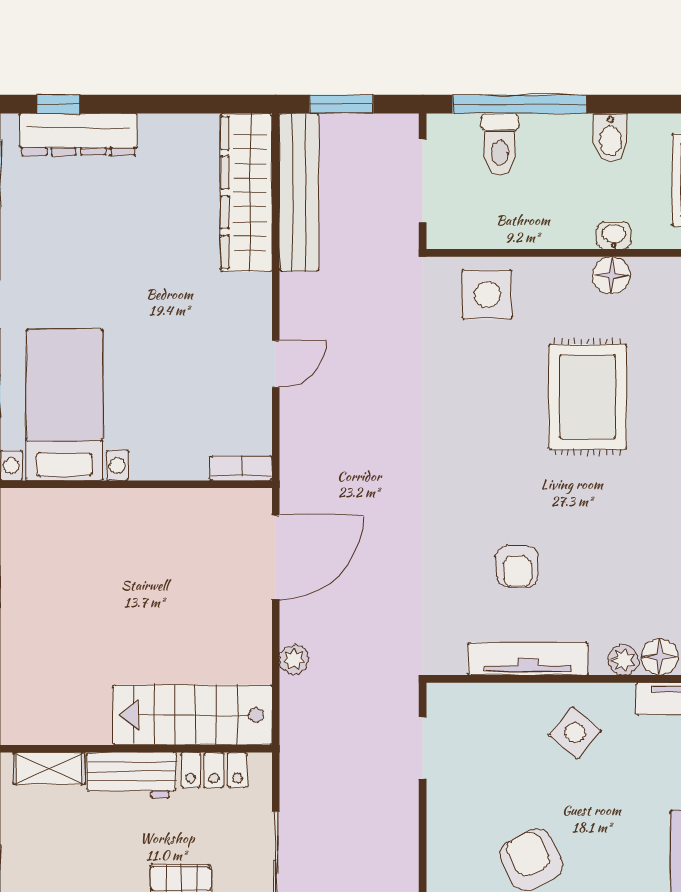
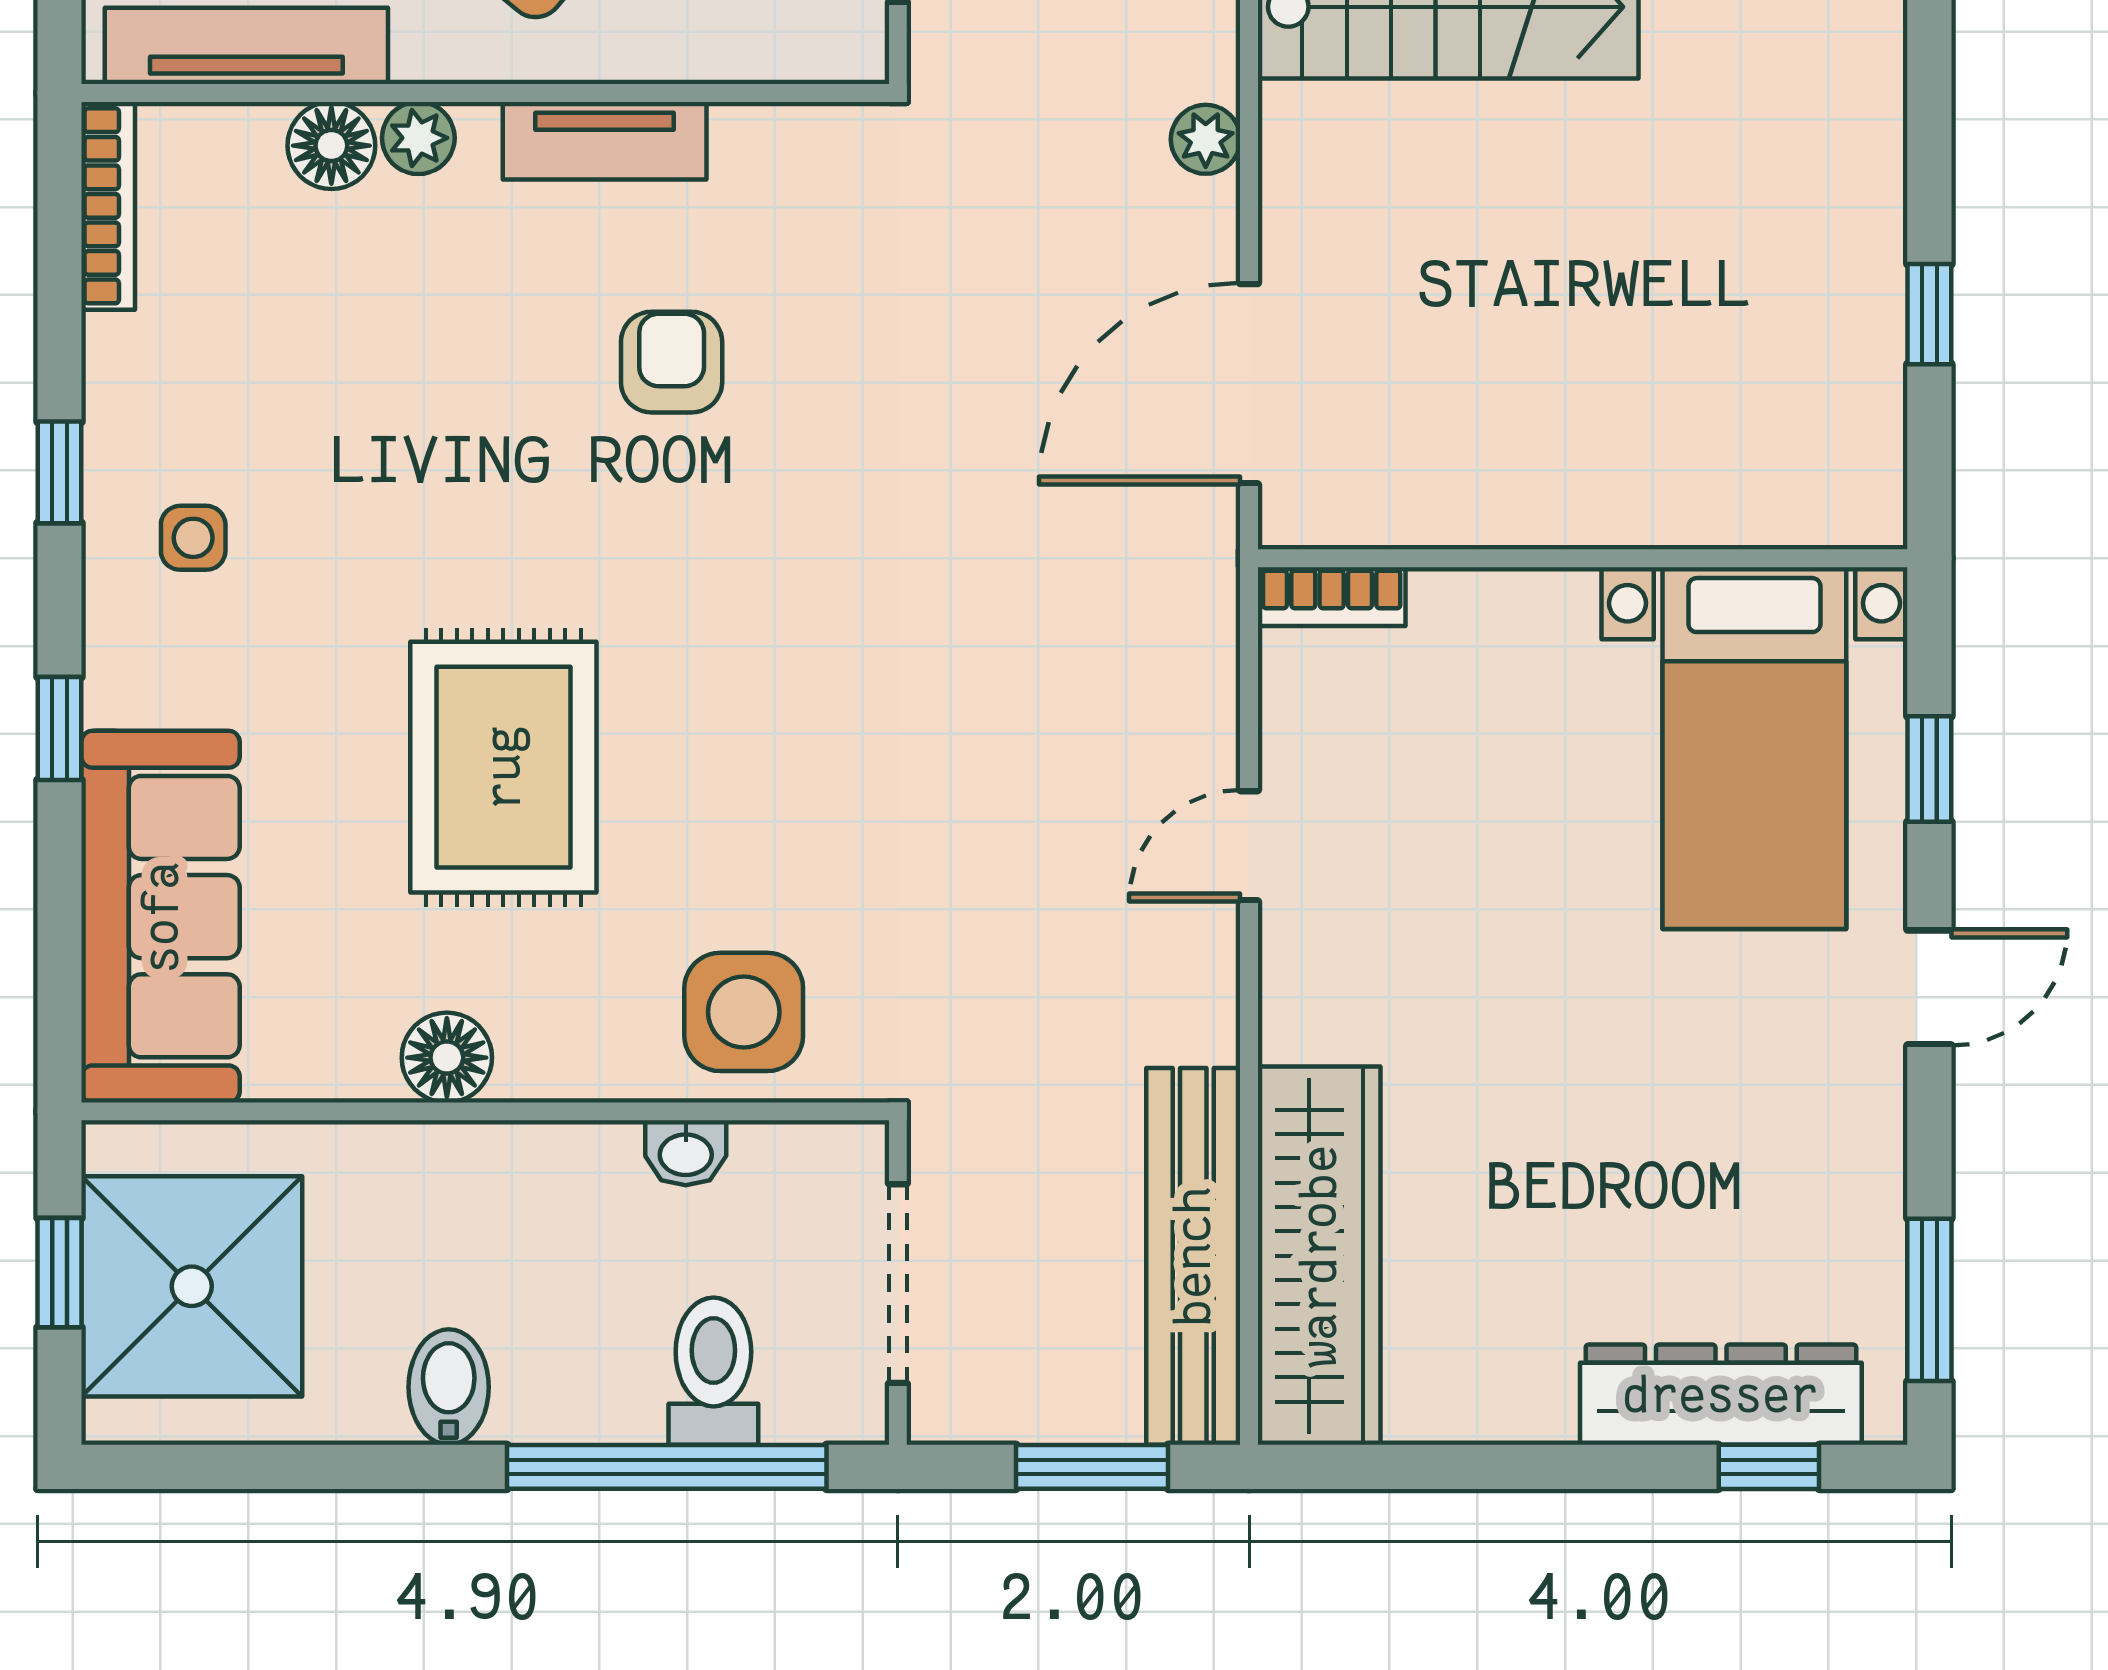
washbasin: (614, 236) -> (686, 1153), moved
tv unit: (528, 659) -> (605, 141), width x0.71

